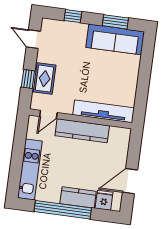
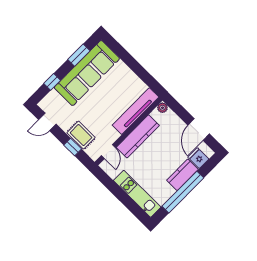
sofa: (115, 39) -> (87, 73), width x1.36, depth x1.27
plant: (125, 133) -> (162, 108), added

